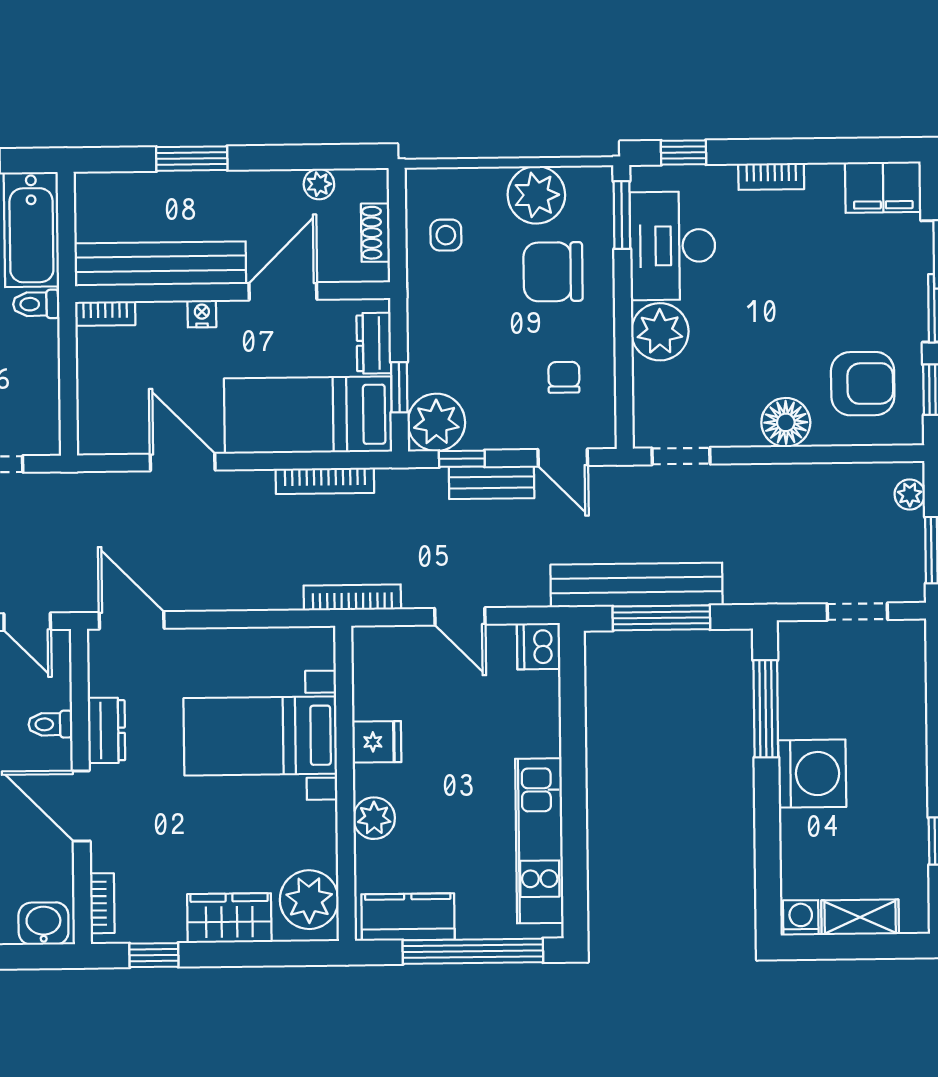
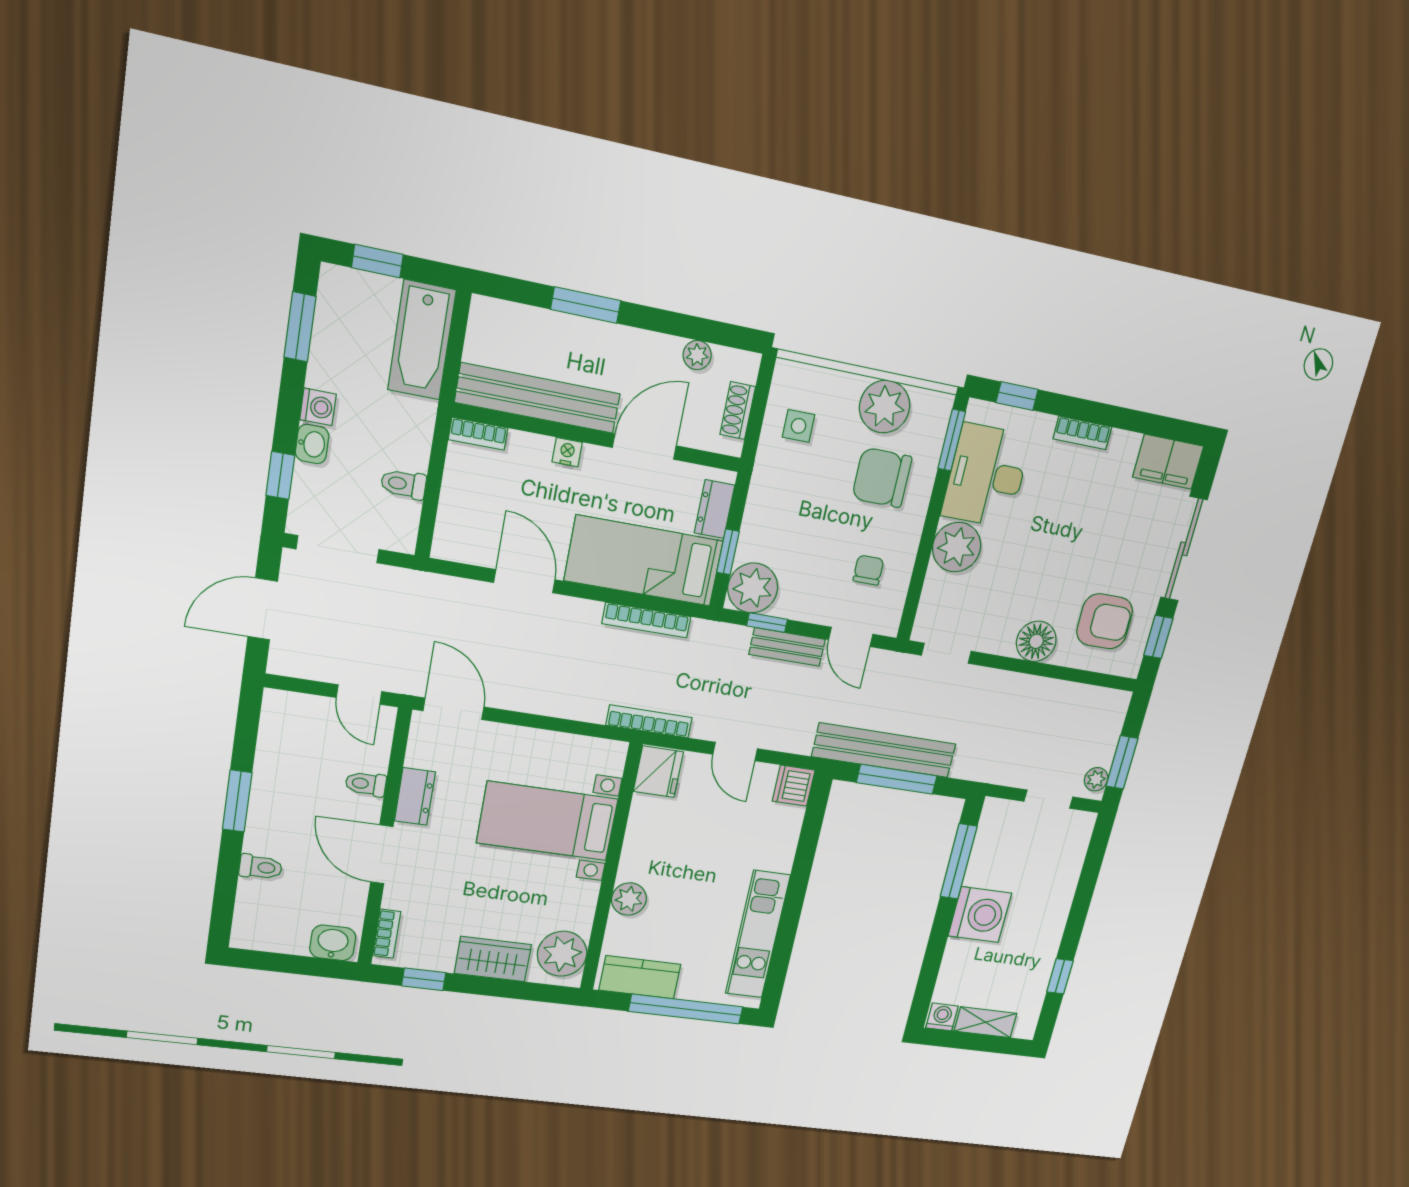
toilet: (36, 304) -> (404, 484), moved
plant: (910, 494) -> (1096, 779), moved
fridge: (377, 742) -> (658, 772), moved, width x1.38

